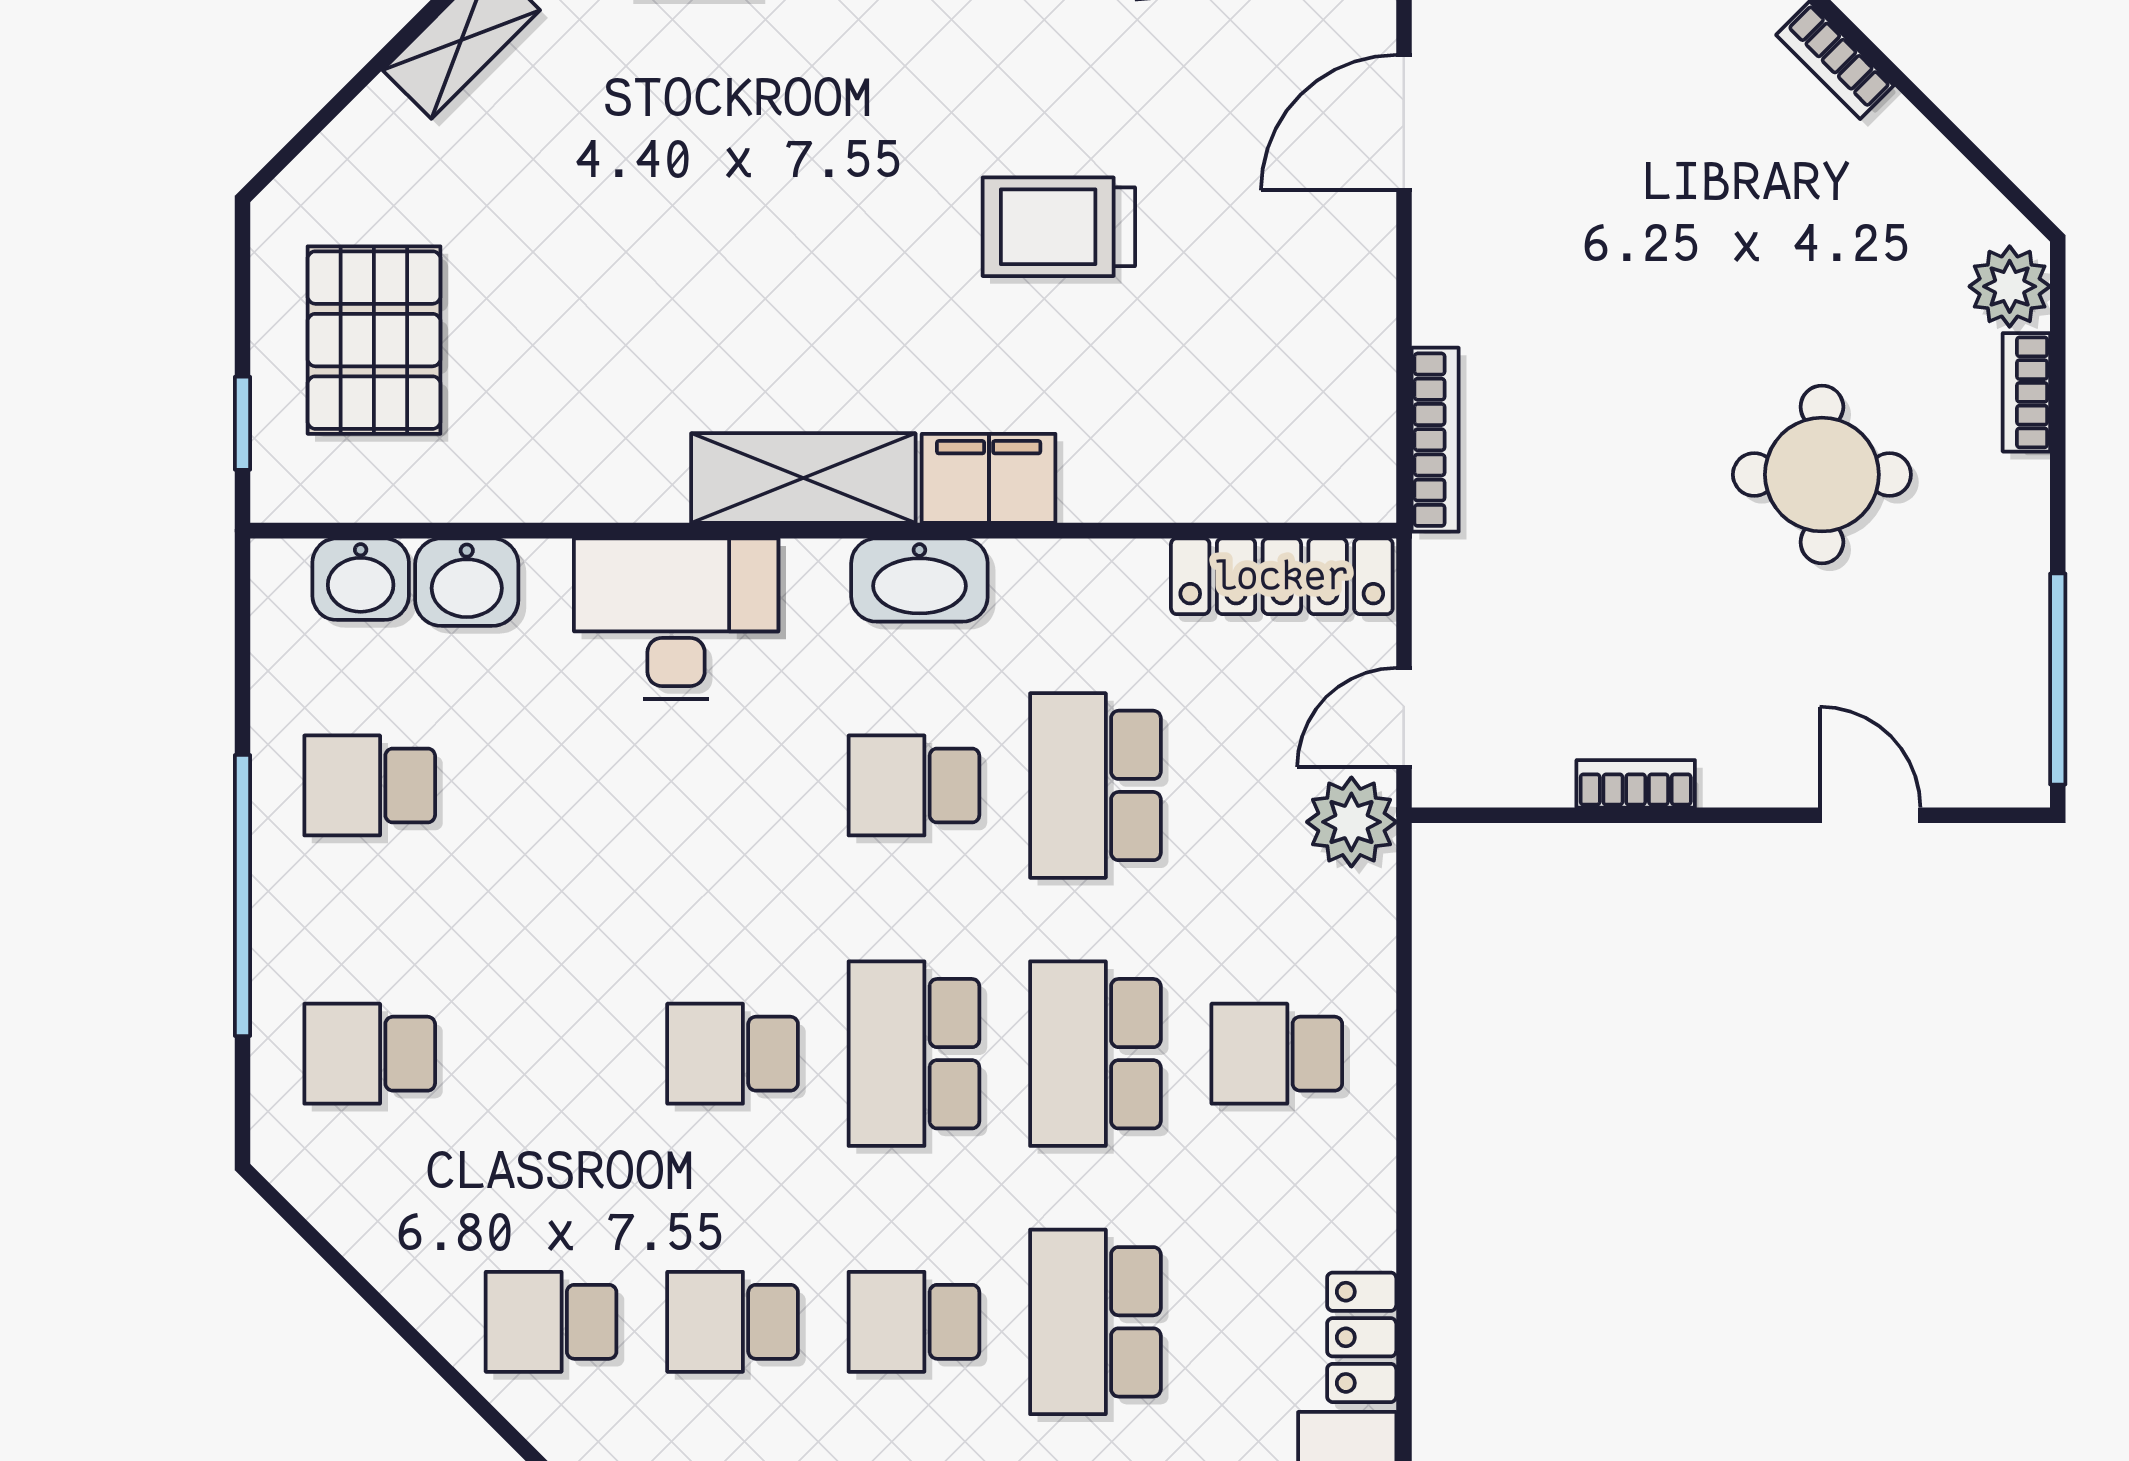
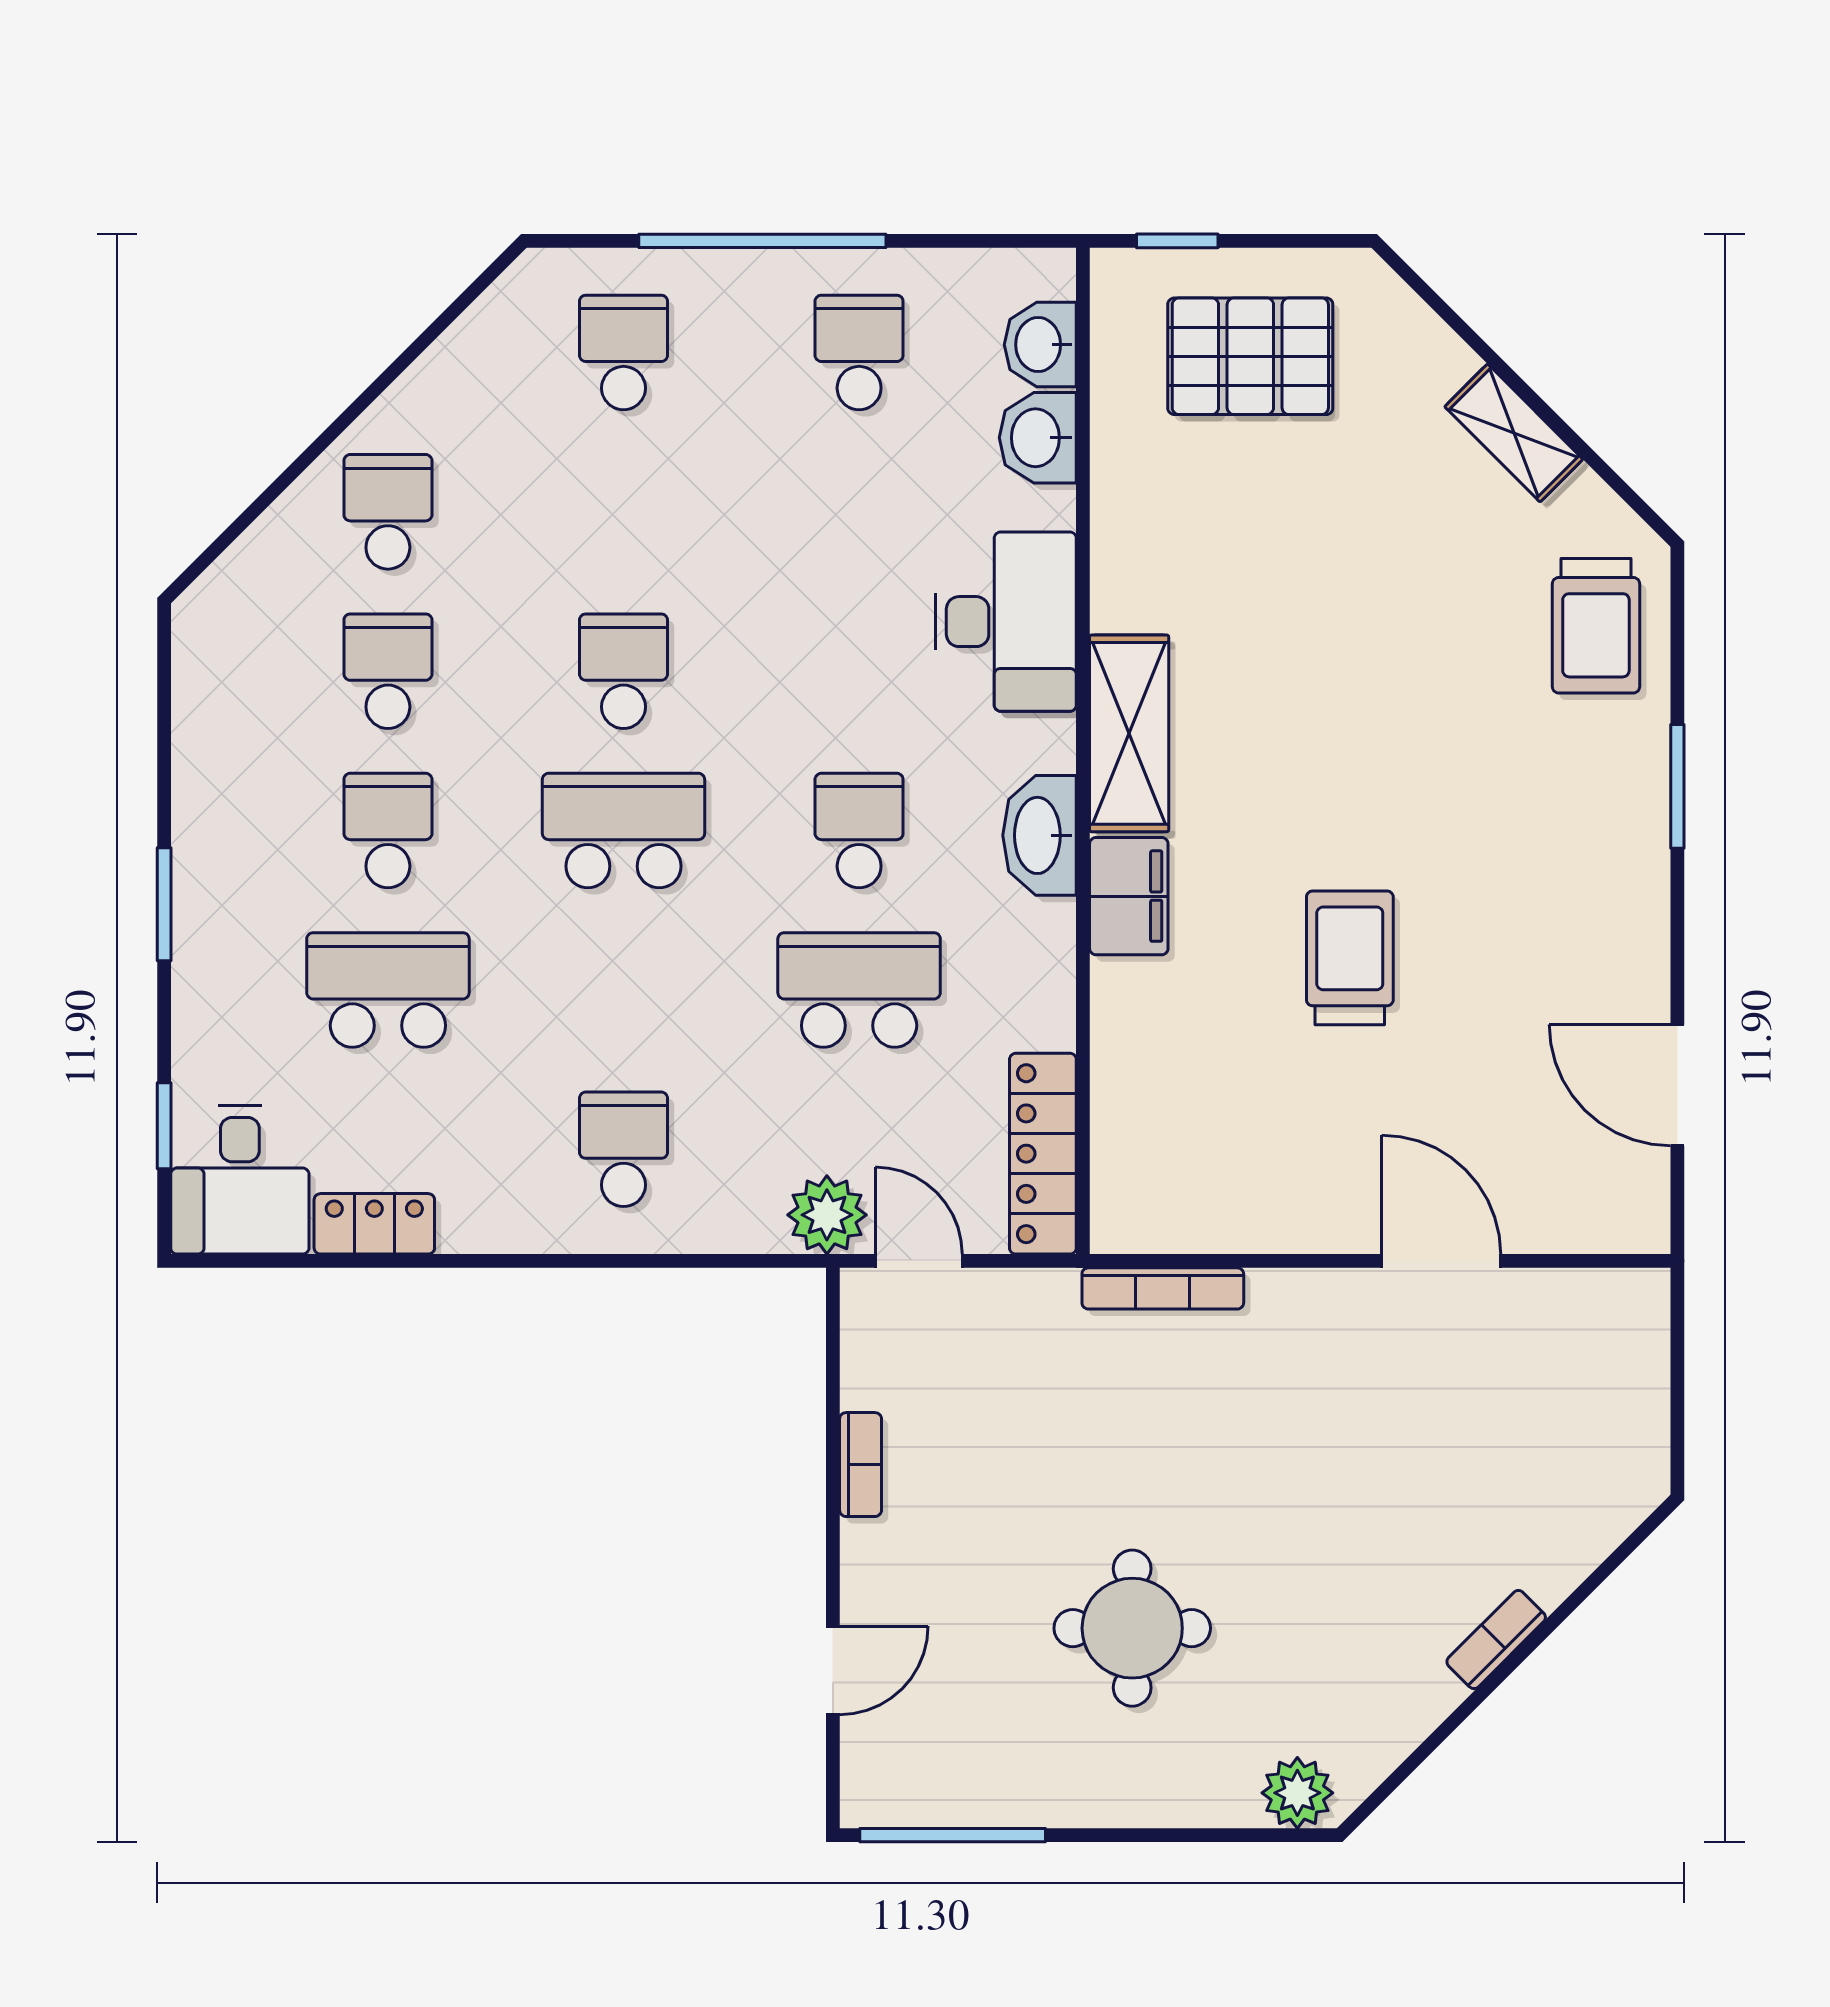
bookcase: (2026, 392) -> (1204, 1808), removed
school desk: (1095, 1054) -> (624, 990), removed

